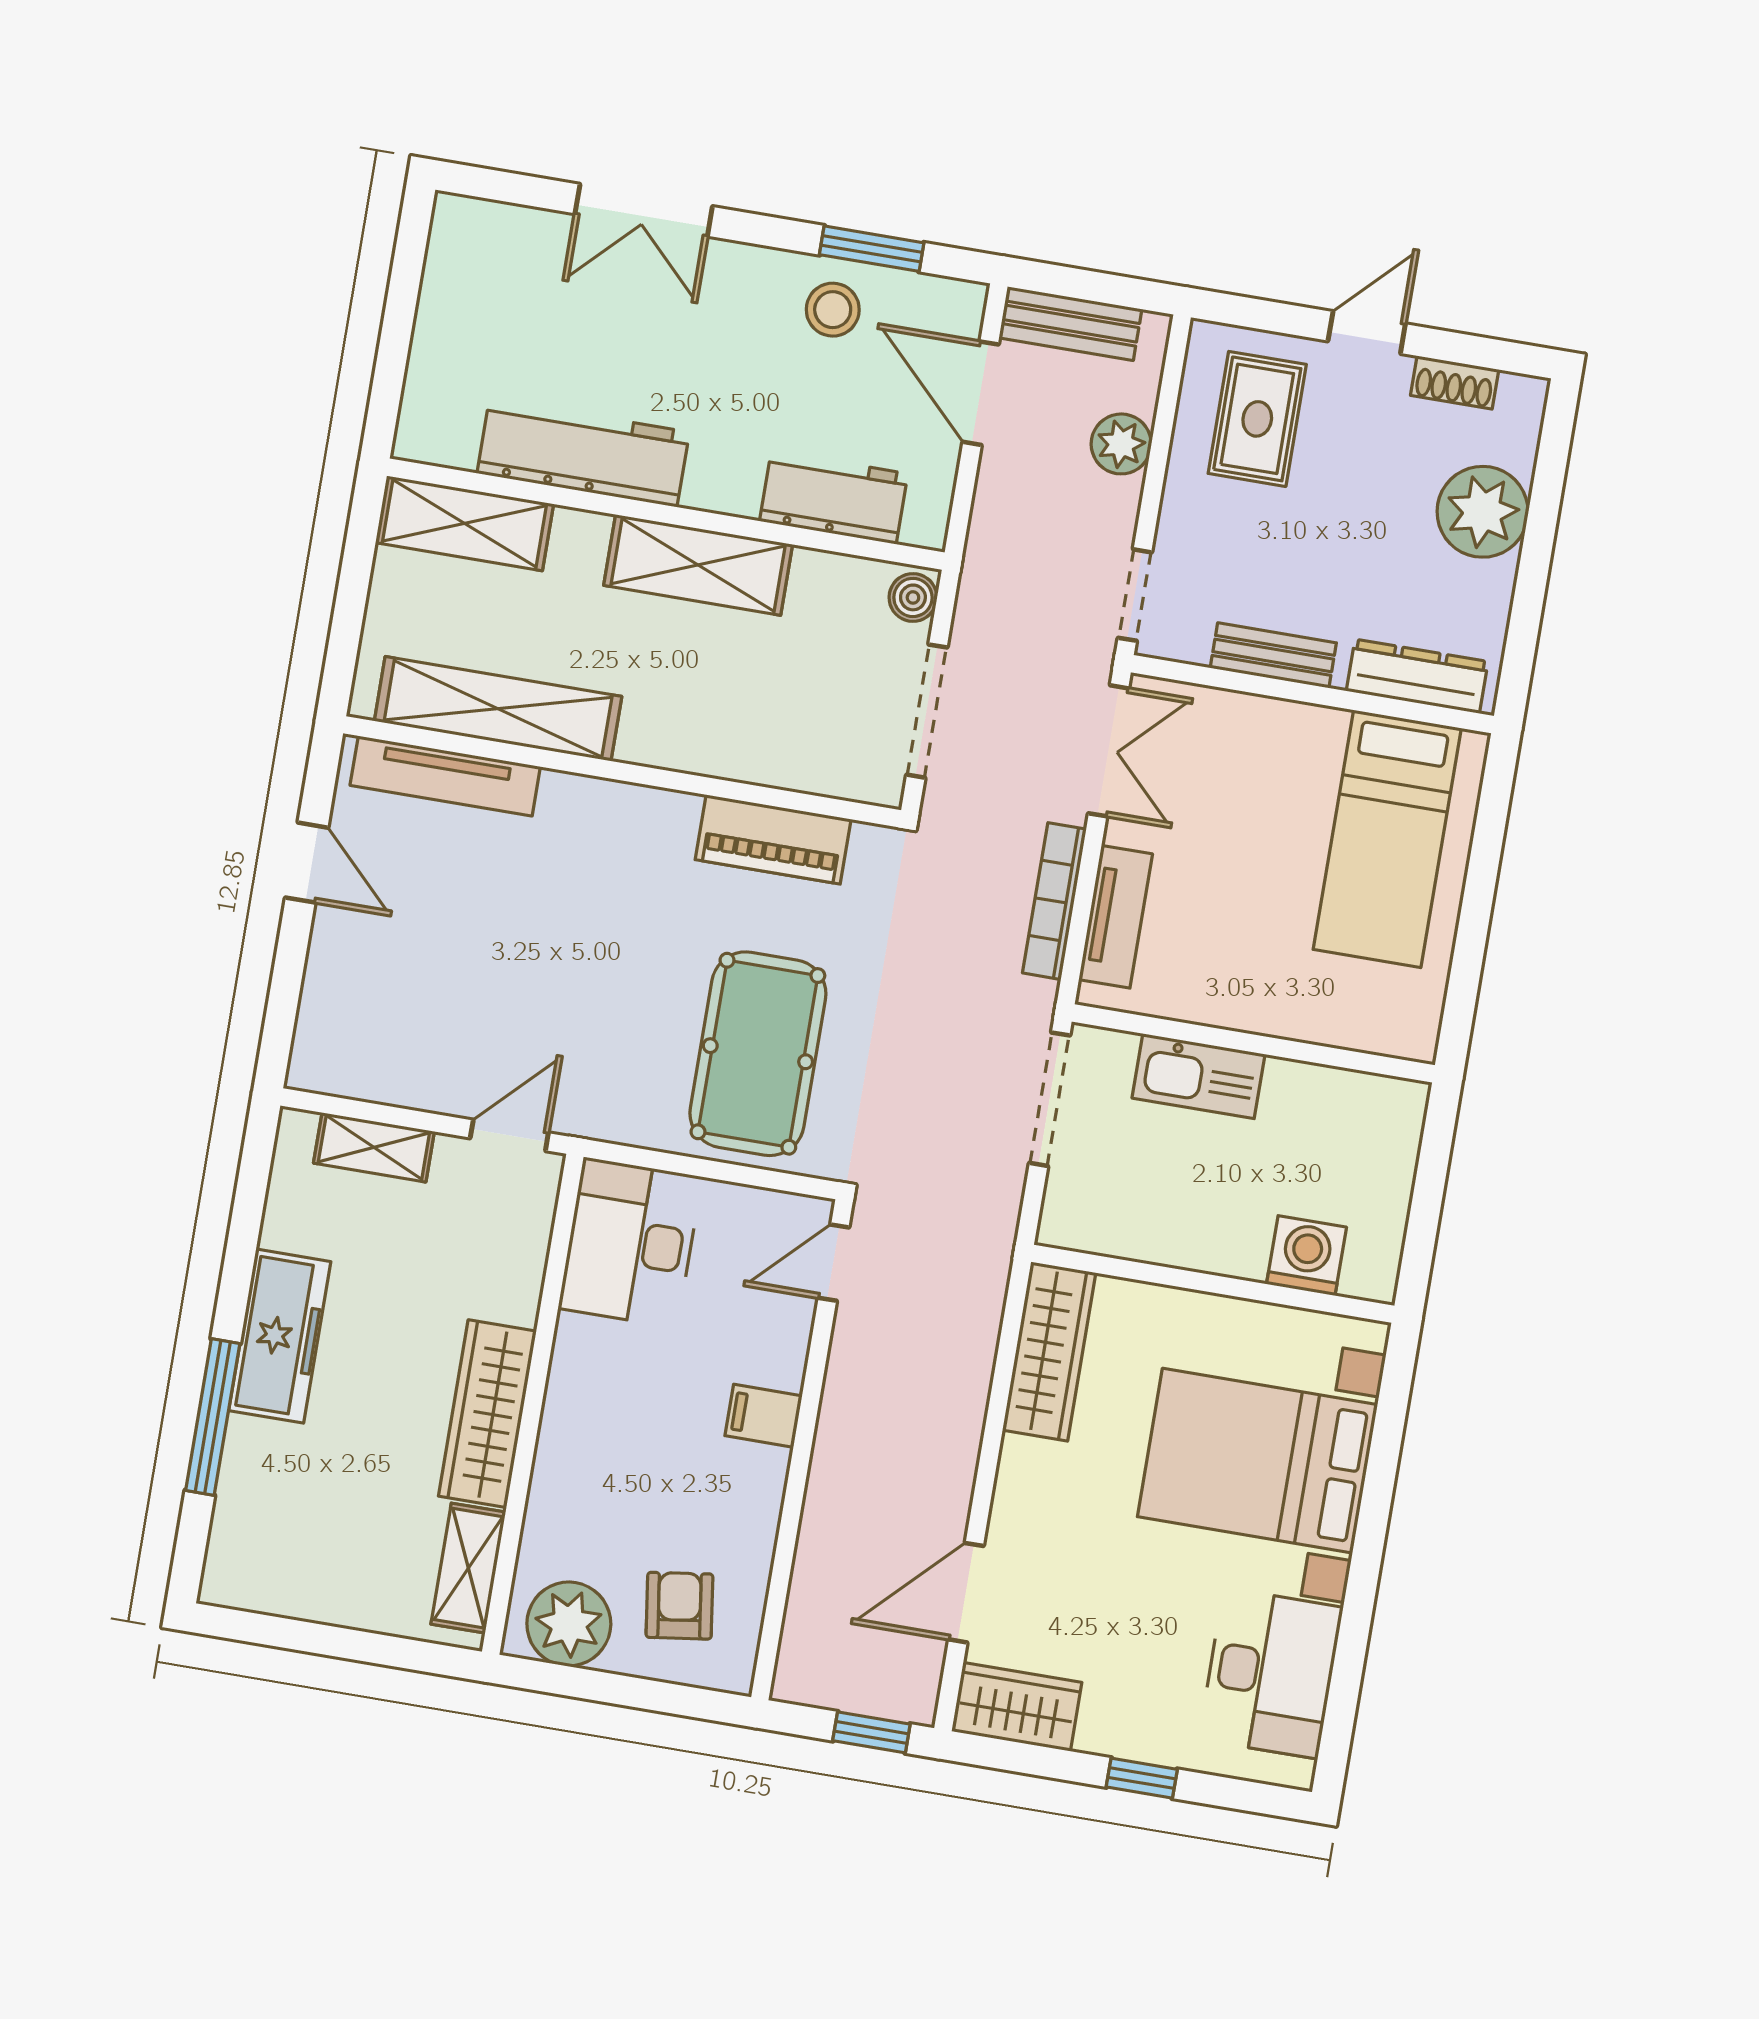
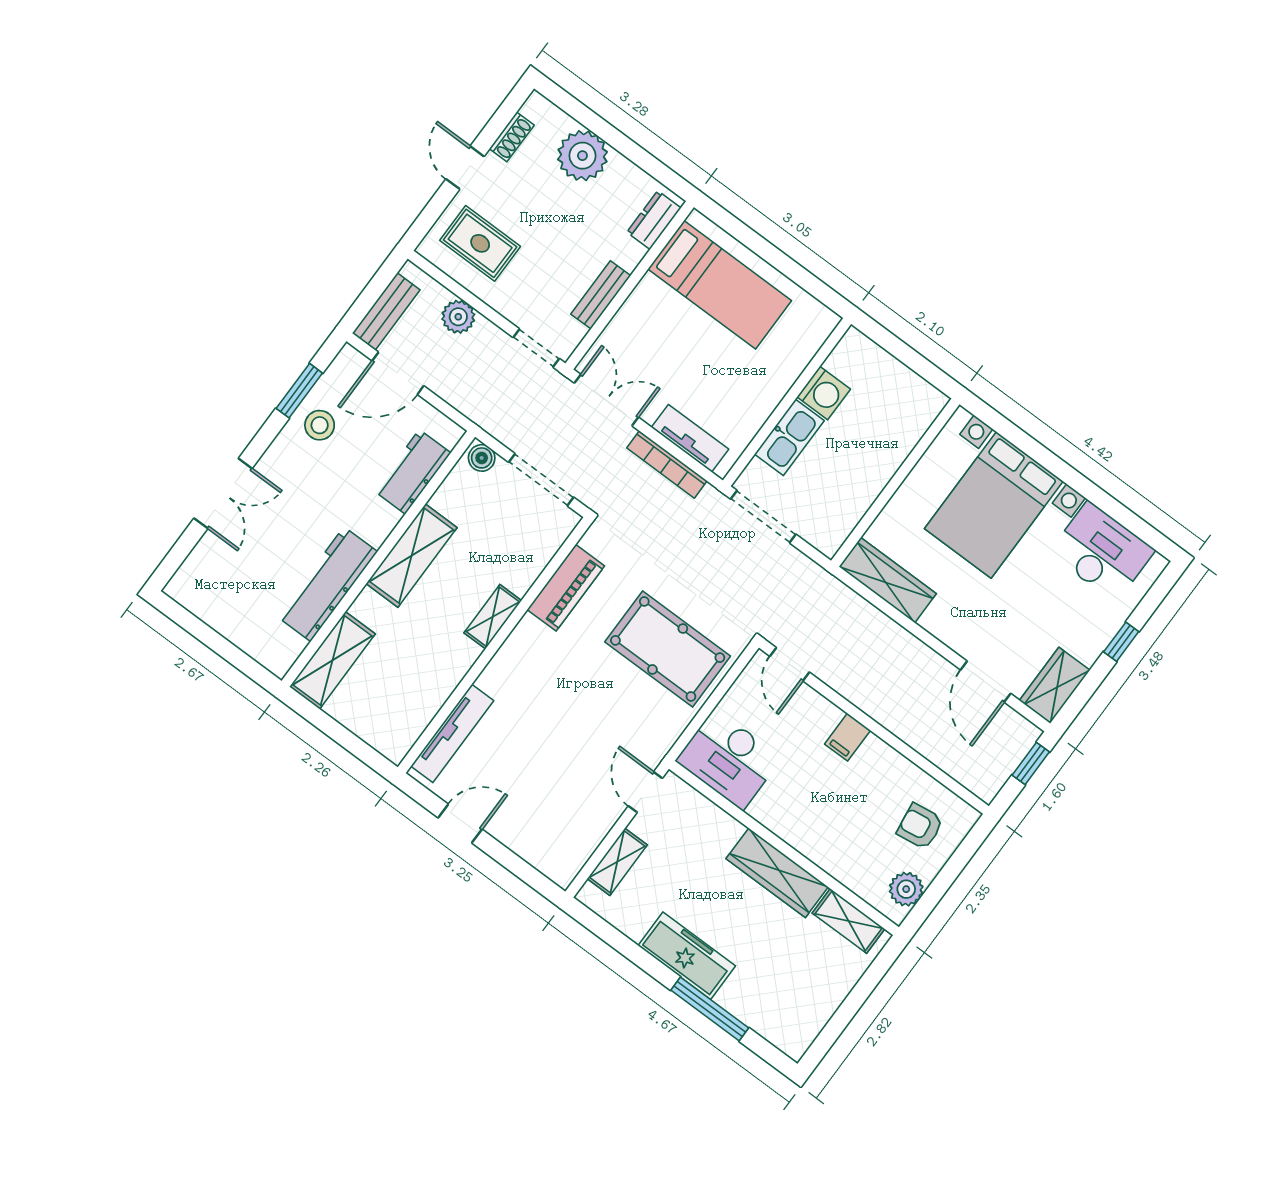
dresser: (1417, 676) -> (654, 220), width x0.70
shelving: (498, 709) -> (493, 617), moved, width x0.45, depth x0.75
washing machine: (1307, 1256) -> (824, 393), moved, turned 180
plant: (569, 1624) -> (906, 889), width x0.73, depth x0.73

